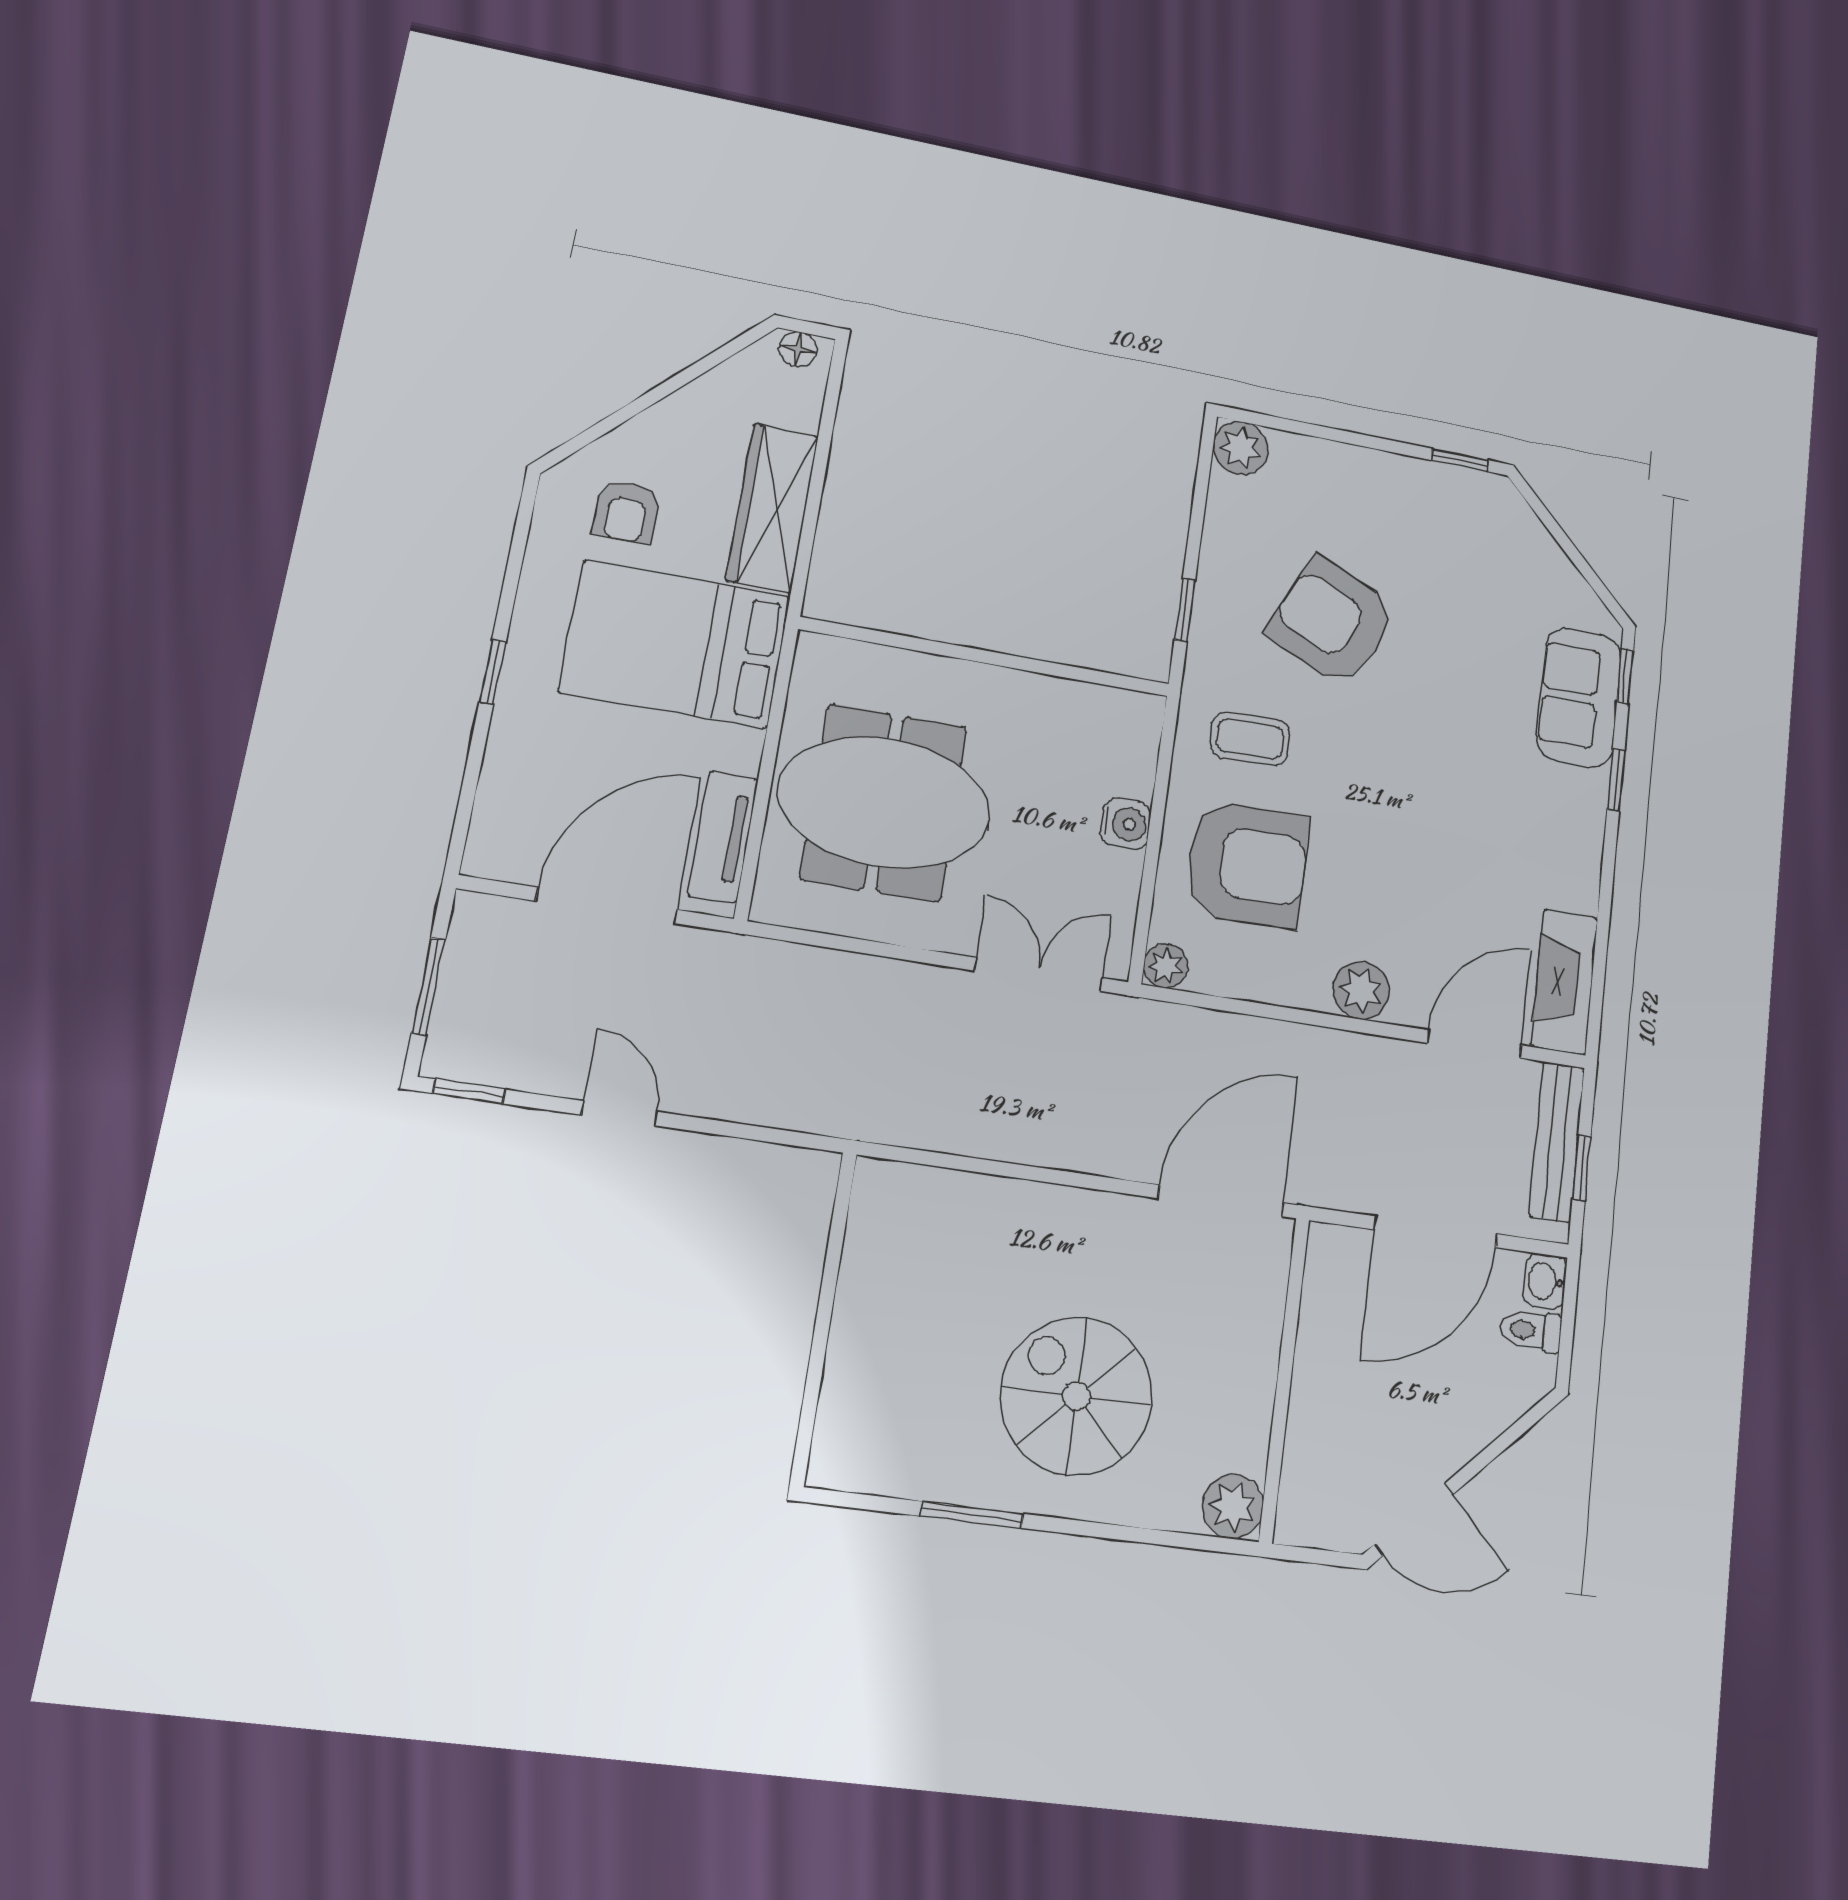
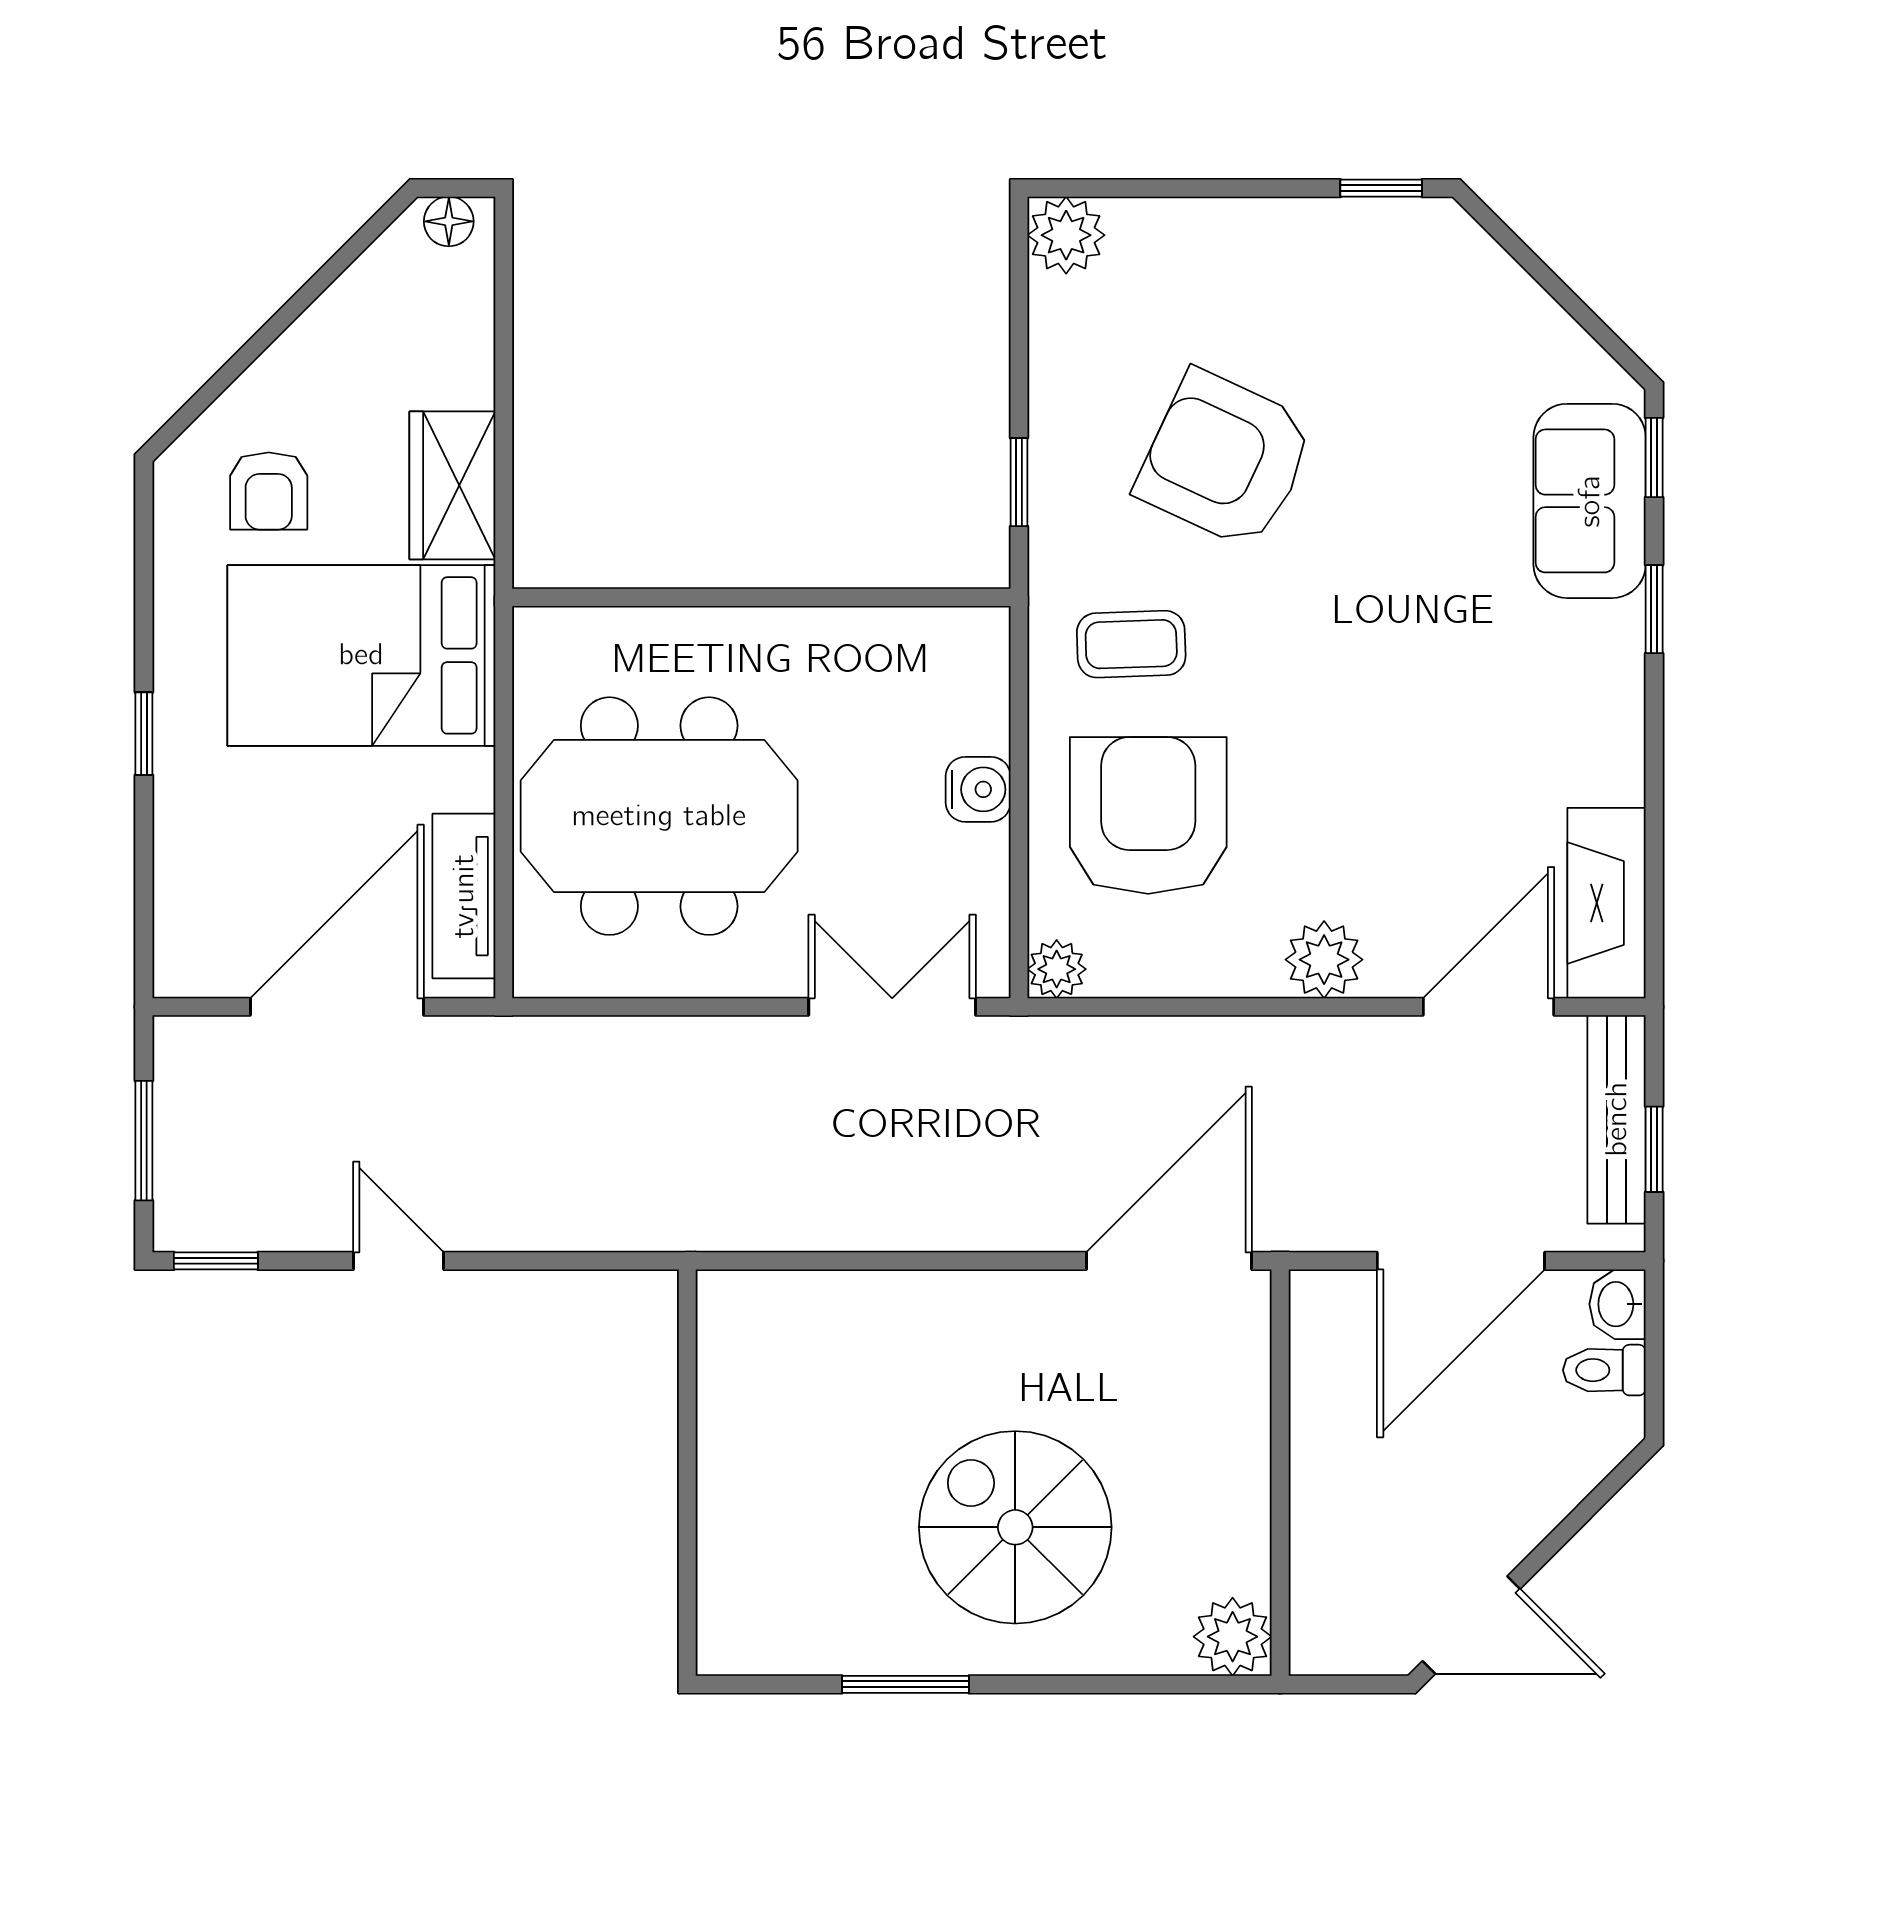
wardrobe: (772, 508) -> (452, 485), width x0.67
armchair: (1247, 864) -> (1148, 816), turned -90

